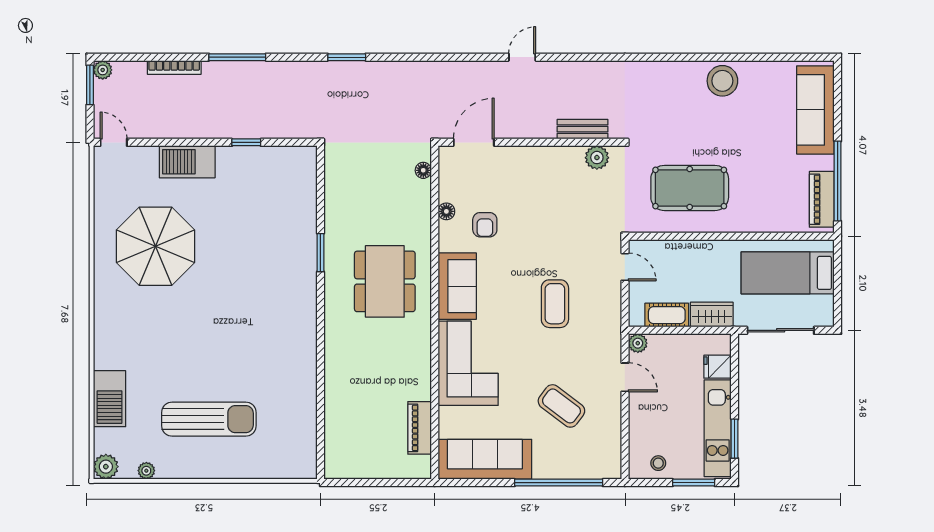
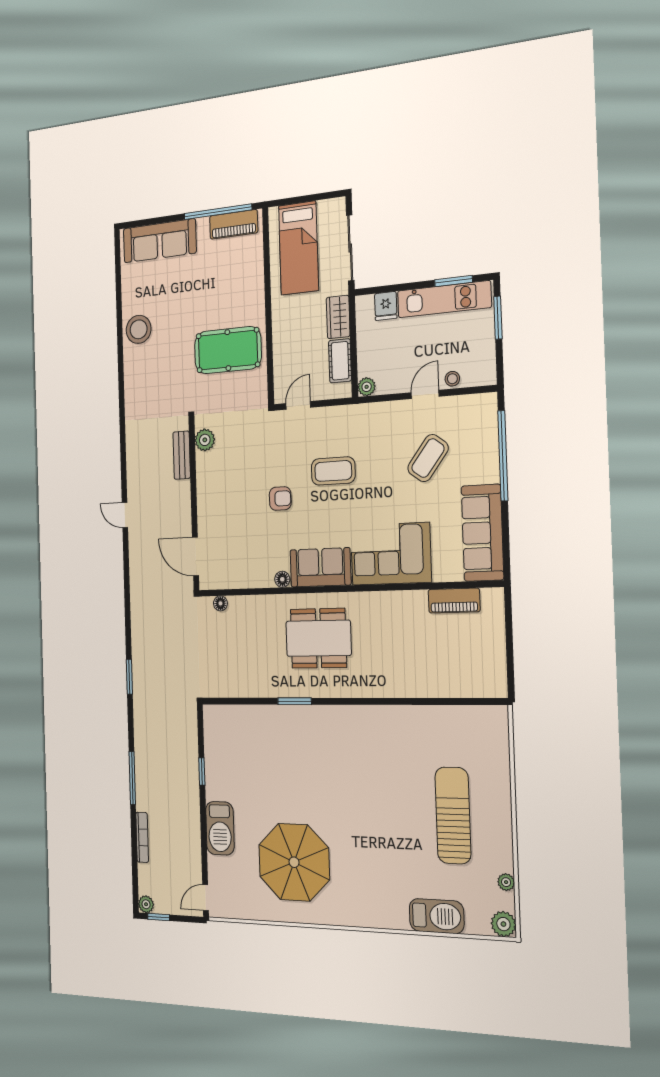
window: (90, 85) -> (159, 917), width x0.67
pool table: (690, 188) -> (228, 350), turned 90
floor lamp: (446, 211) -> (282, 579), moved
armchair: (485, 225) -> (280, 499), moved
door: (625, 377) -> (425, 394), moved
stool: (658, 463) -> (452, 379), moved

